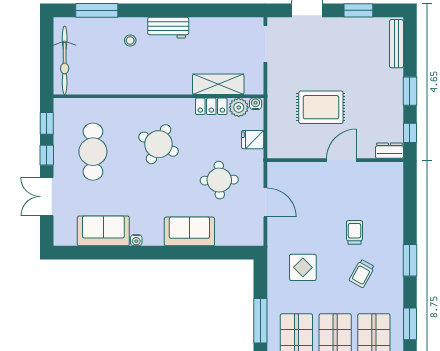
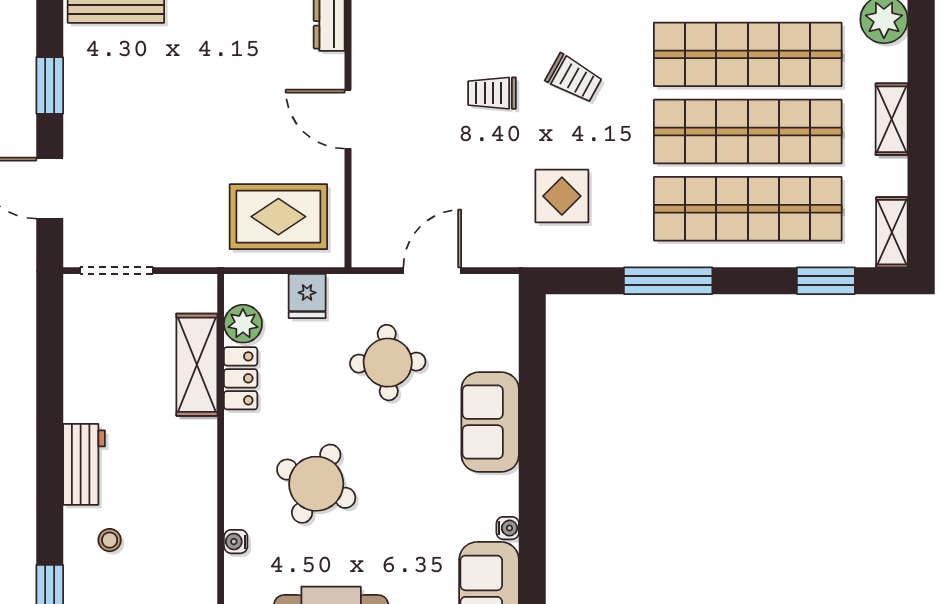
water cooler: (255, 104) -> (236, 542), moved
rug: (321, 107) -> (278, 217), moved, turned 90

